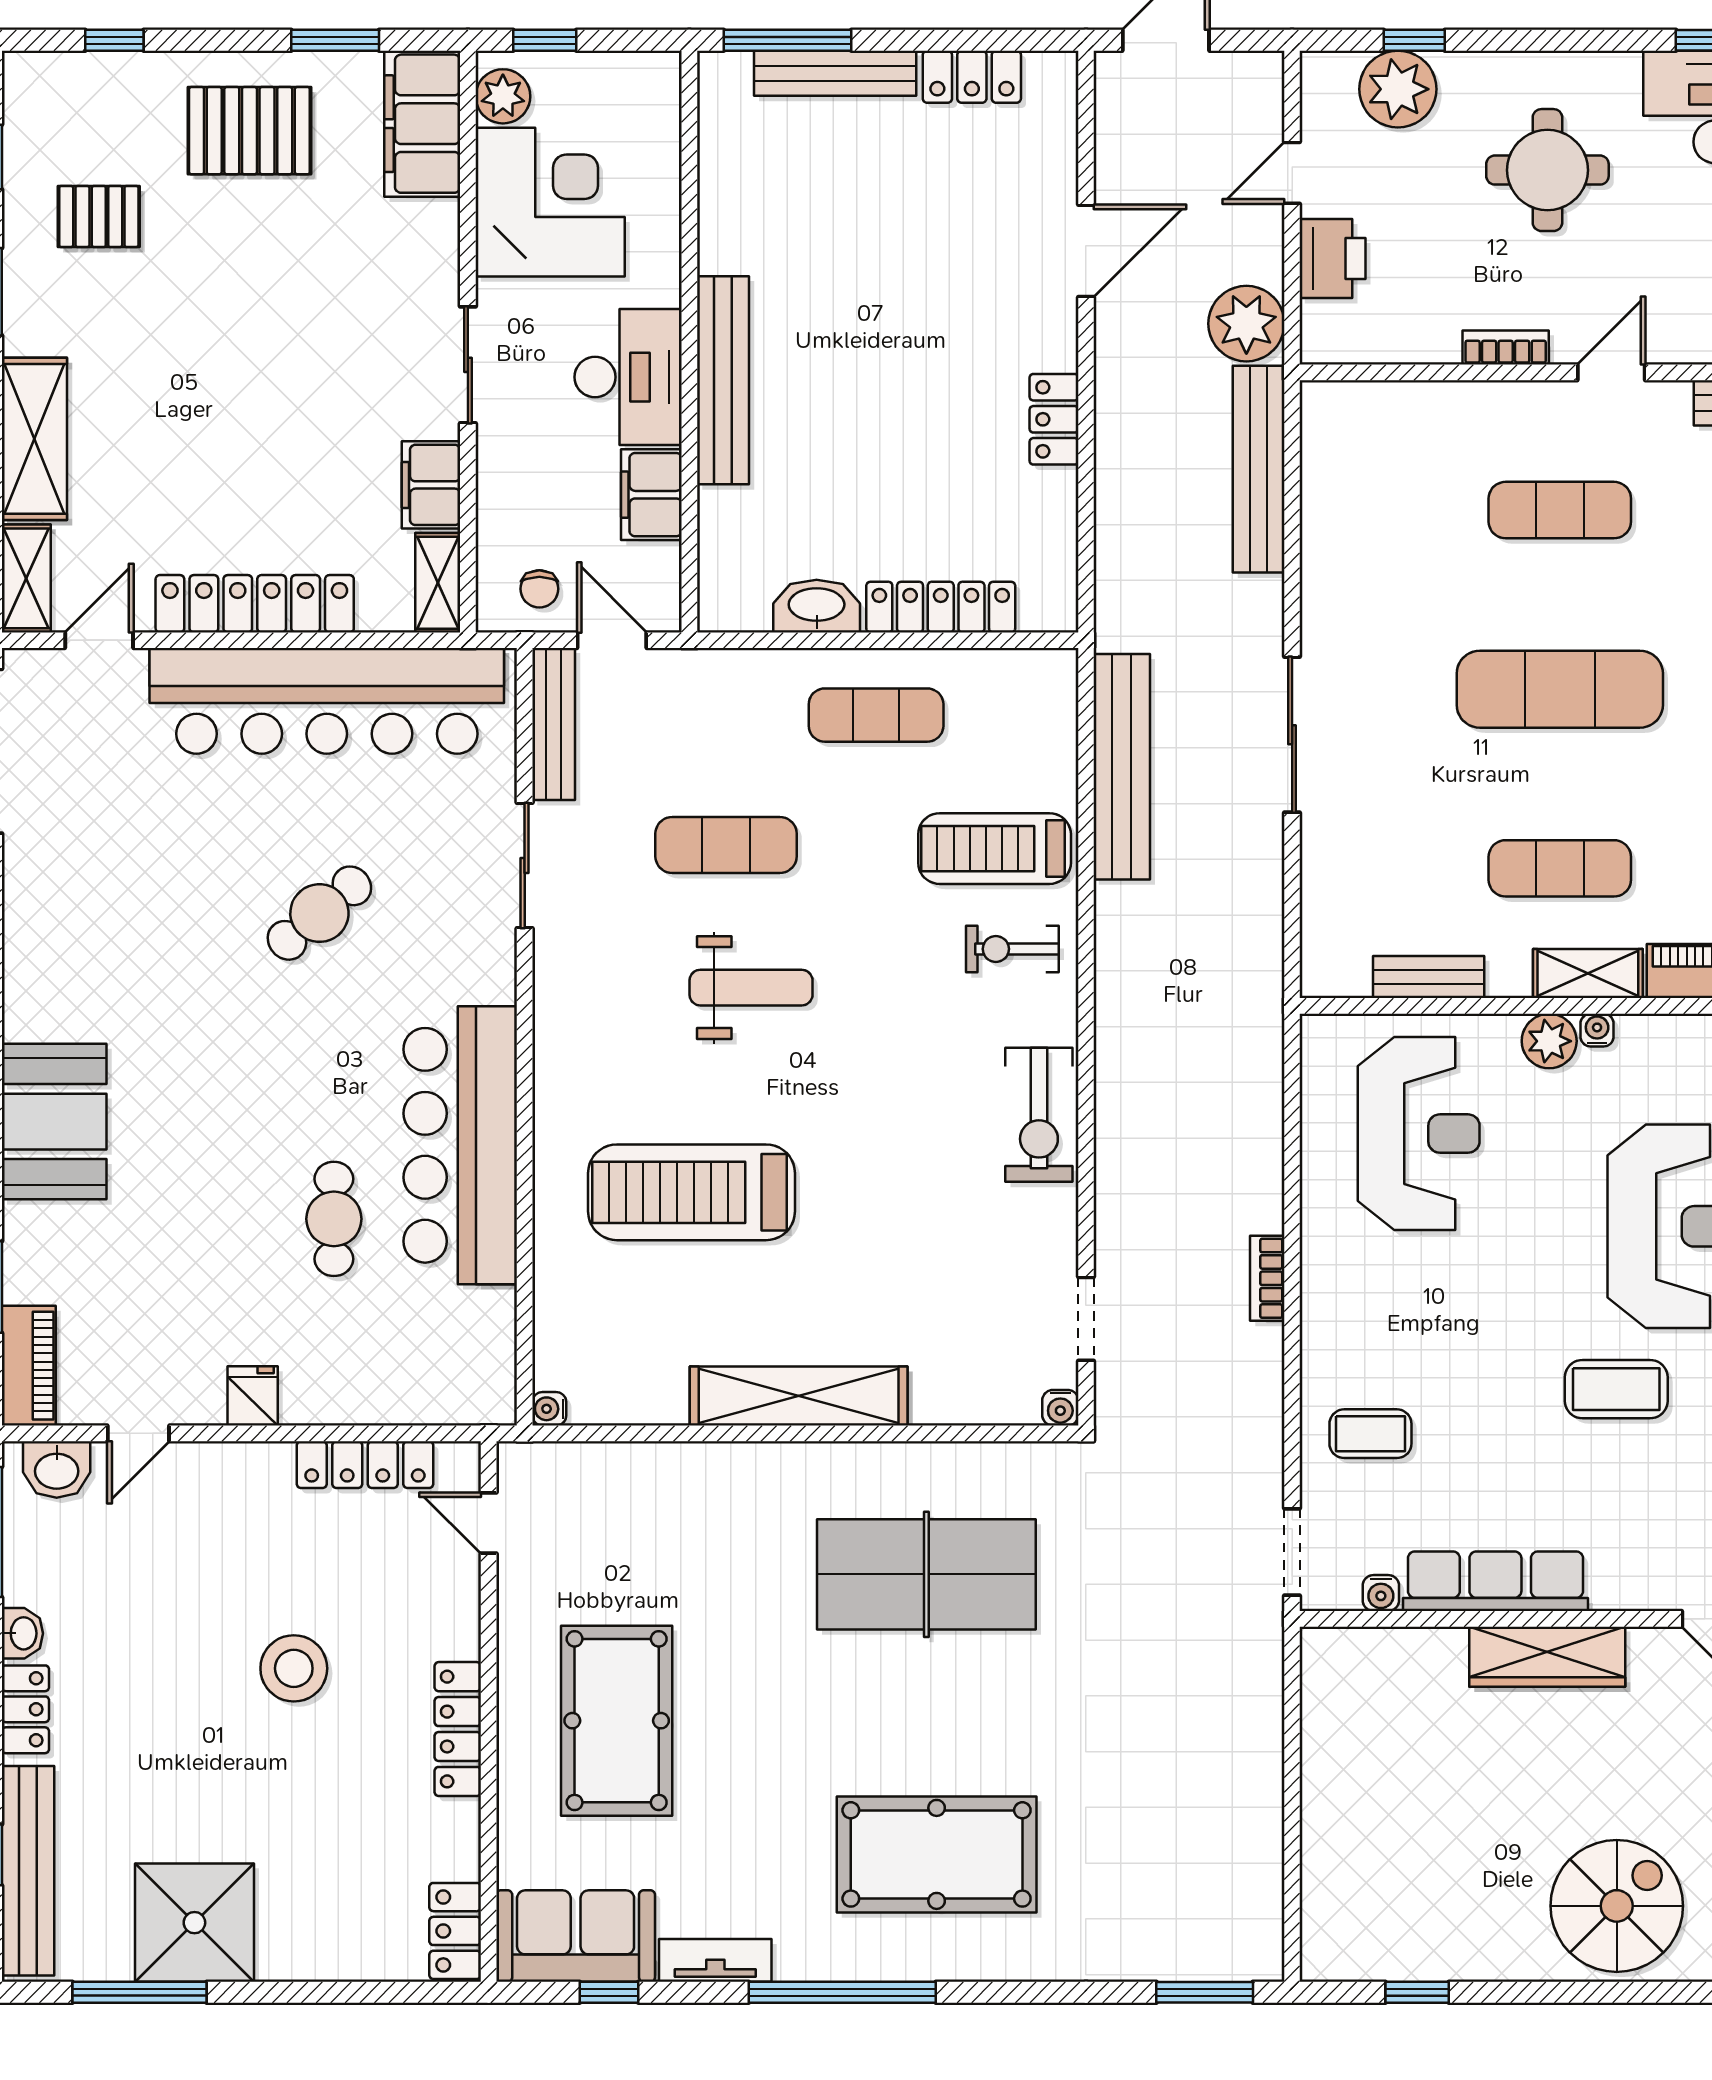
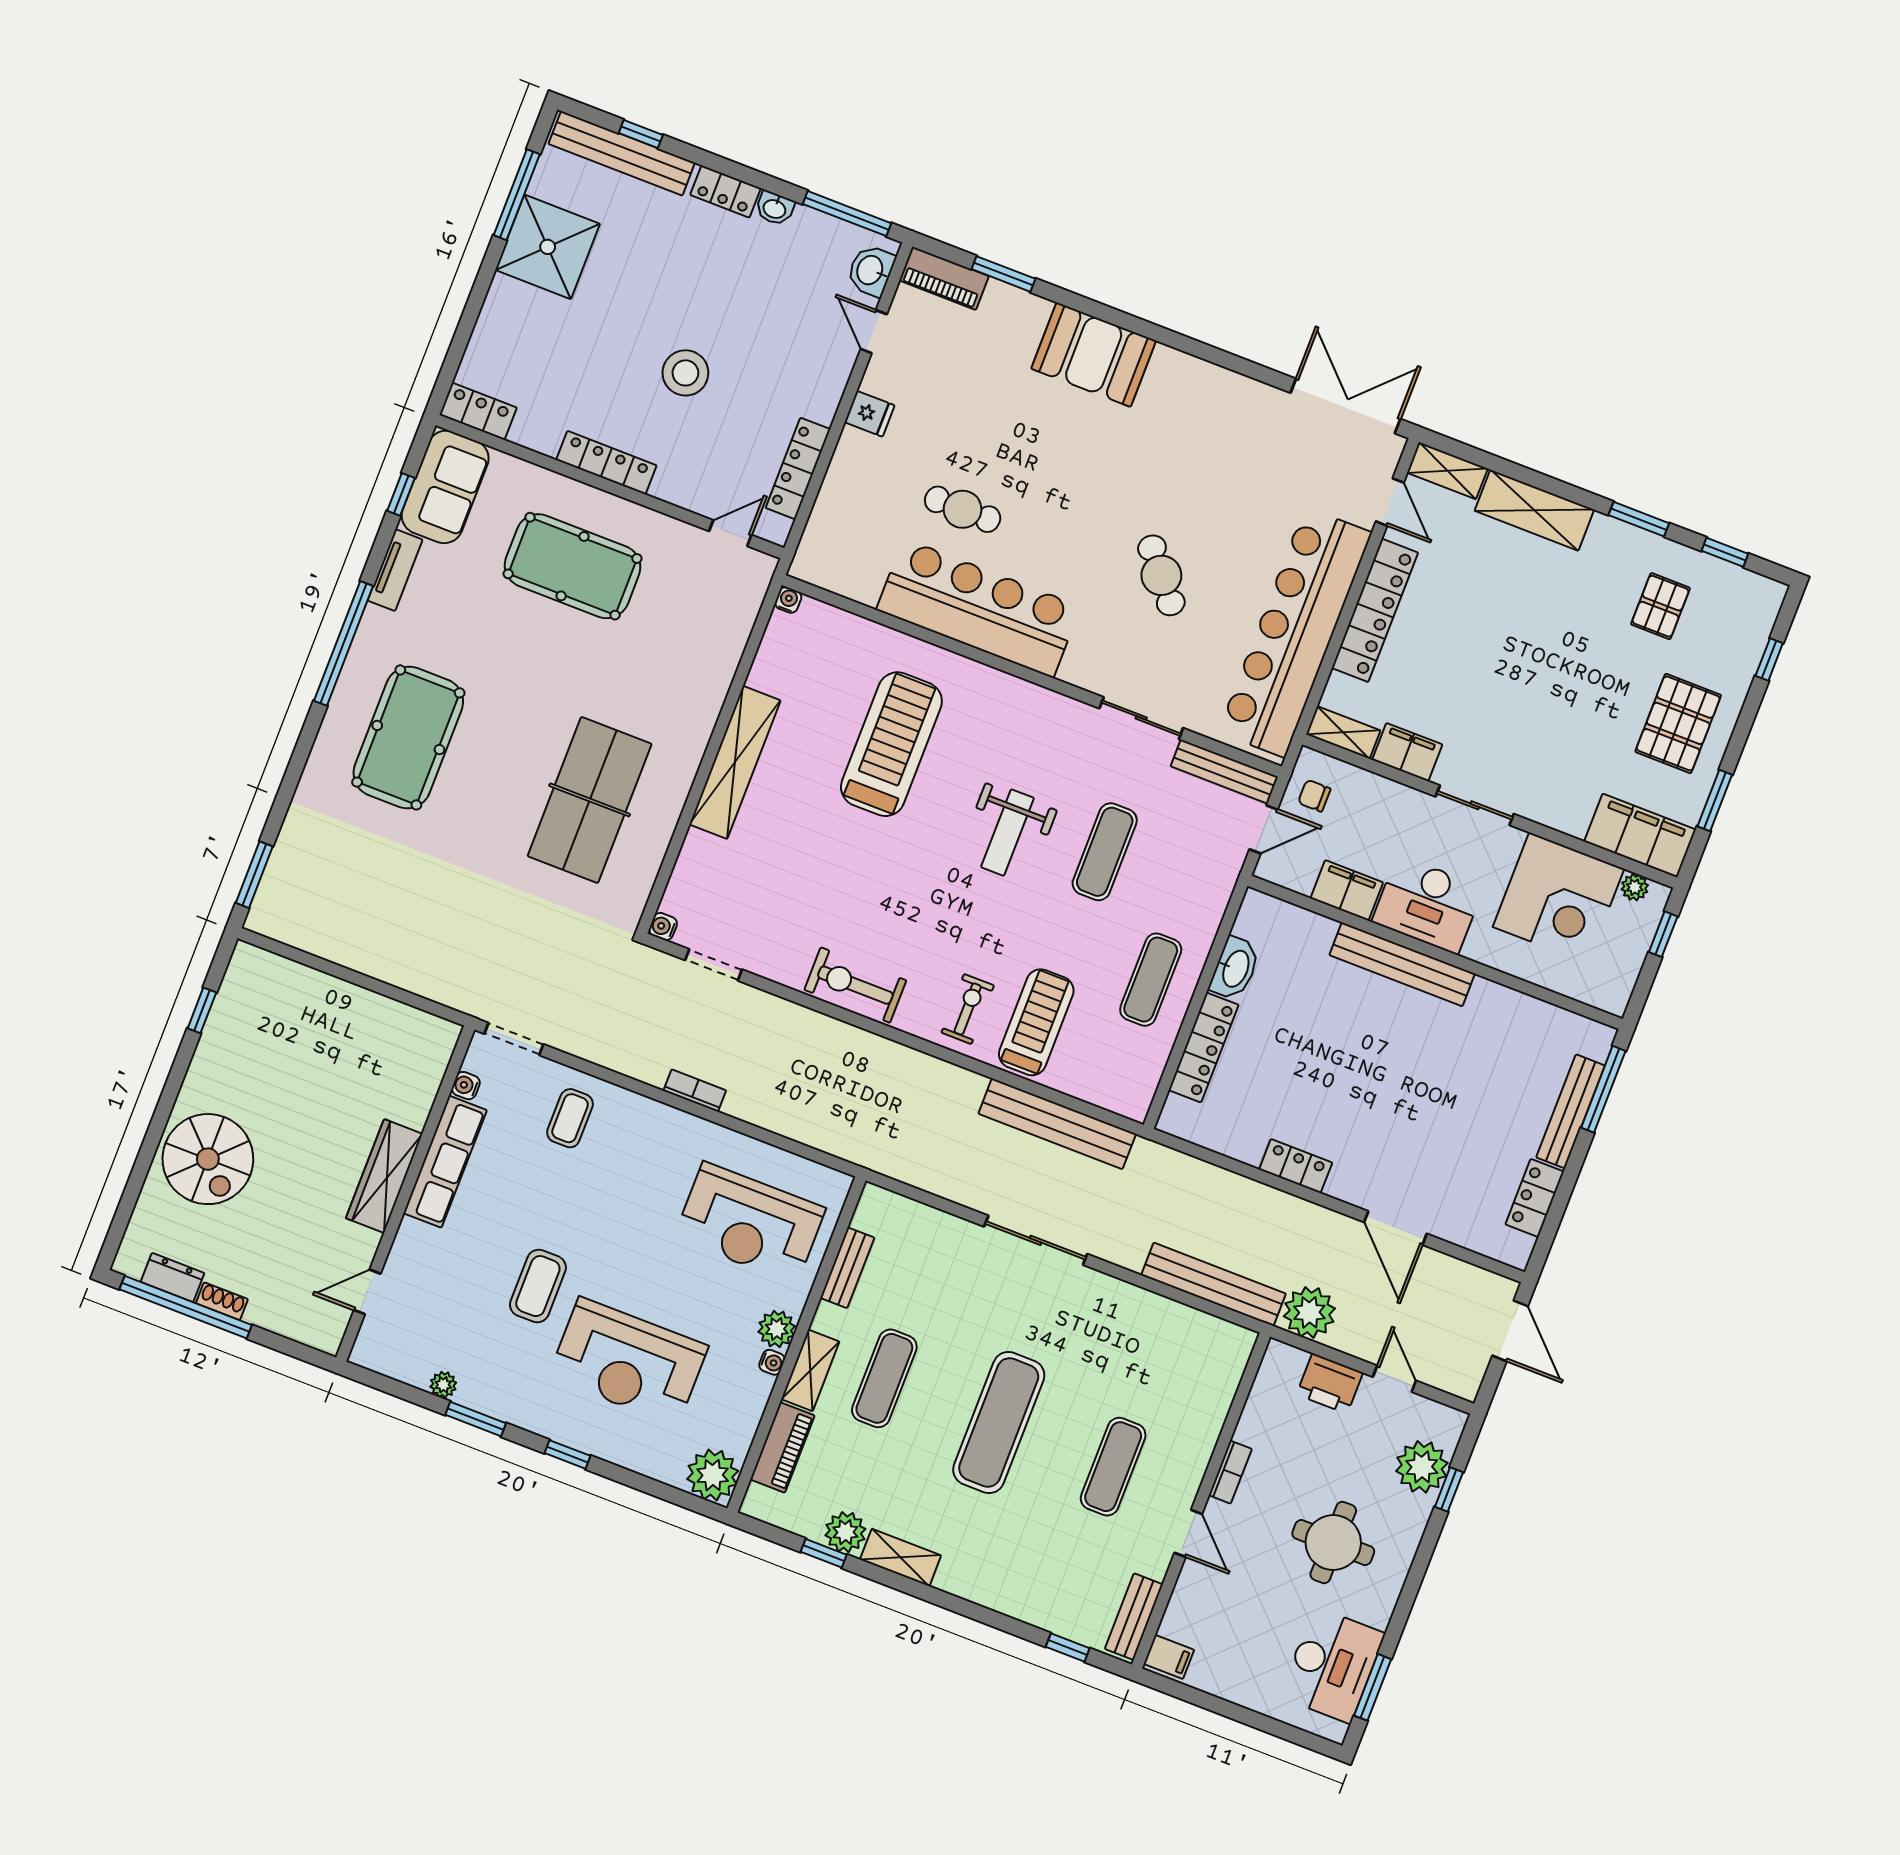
plant: (503, 96) -> (1635, 887), width x0.73, depth x0.73

